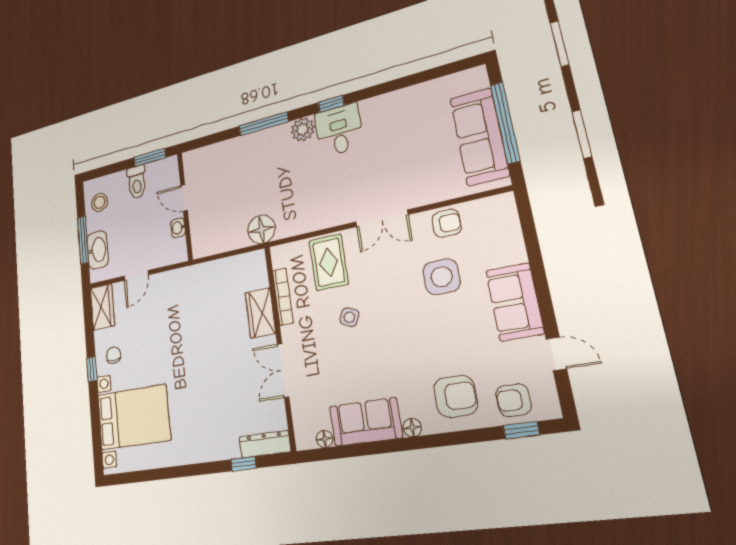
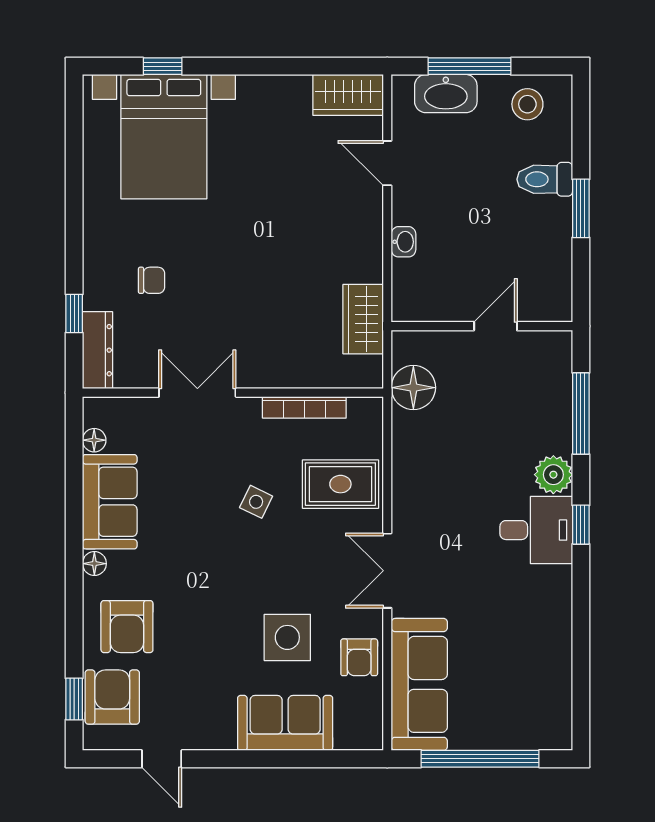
sofa: (479, 137) -> (419, 684), moved, turned 90
door: (184, 198) -> (496, 326), moved
wall: (185, 206) -> (482, 326), moved
washbasin: (178, 228) -> (404, 242), moved, turned 90
sofa: (515, 302) -> (285, 723), moved
wardrobe: (260, 313) -> (363, 319), moved, turned -90
door: (556, 354) -> (162, 759), hinge flipped
chair: (114, 355) -> (152, 280), moved
window: (92, 369) -> (163, 66), moved
armchair: (513, 400) -> (112, 697), width x1.38, depth x1.38

